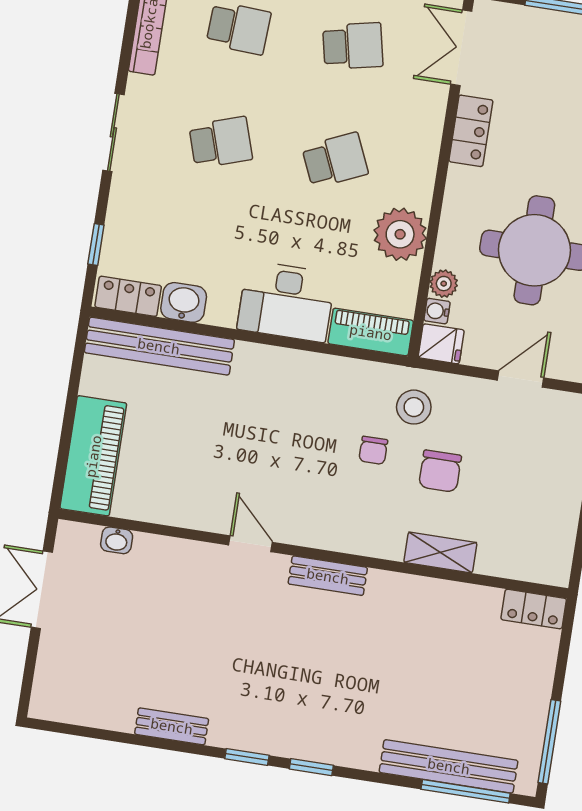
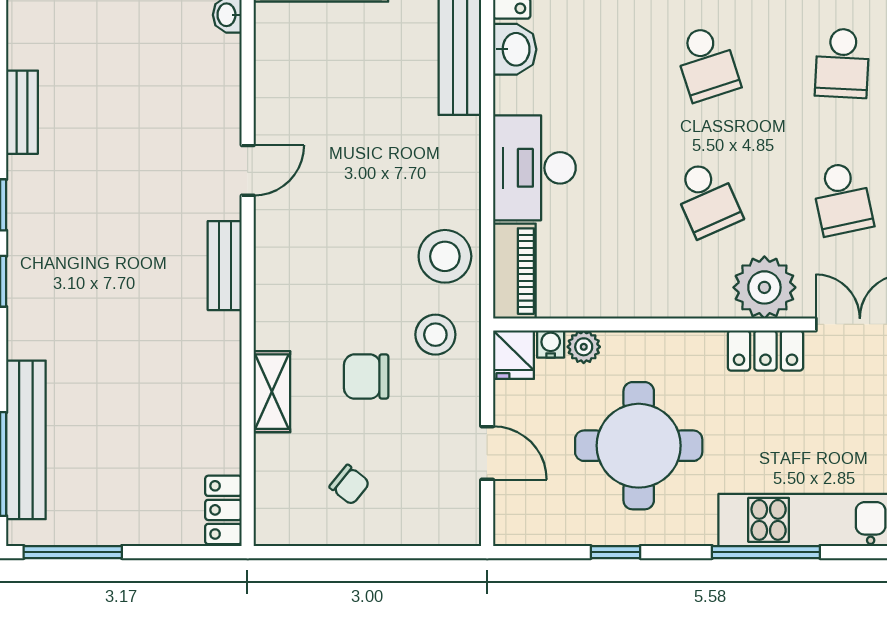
plant: (400, 234) -> (764, 287), moved
stool: (349, 389) -> (445, 256), added
chair: (373, 450) -> (350, 485), moved, turned -141

